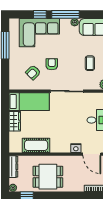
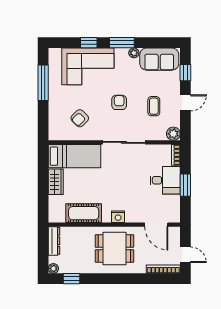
window: (65, 14) -> (122, 43), width x0.69
armchair: (52, 64) -> (119, 102), moved
nightstand: (76, 148) -> (118, 217), moved
dining table: (48, 177) -> (114, 248), moved

